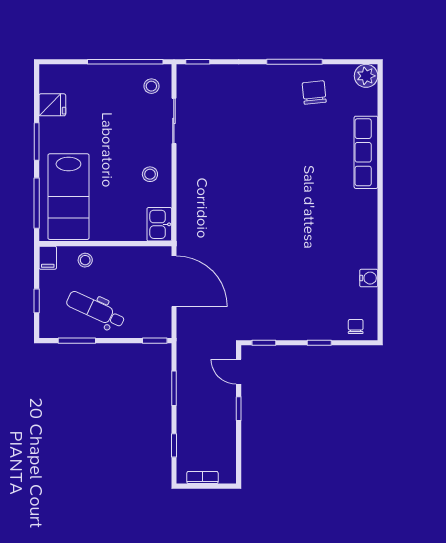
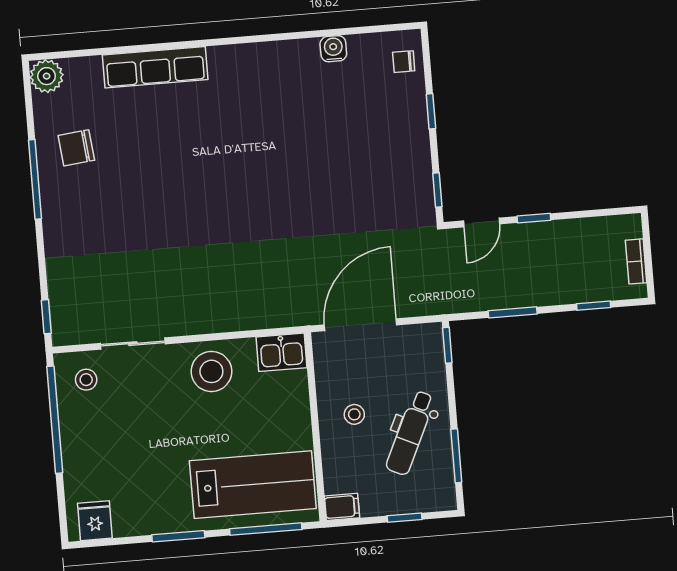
fridge: (52, 105) -> (95, 521), moved
stool: (150, 174) -> (211, 371), width x1.89, depth x1.89
stool: (85, 260) -> (354, 414), moved

